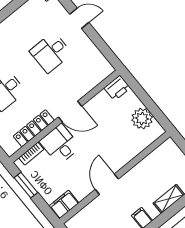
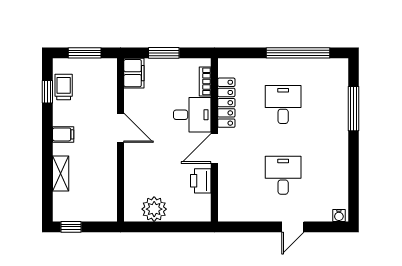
printer: (117, 88) -> (201, 181), moved
window: (26, 185) -> (164, 53), moved

